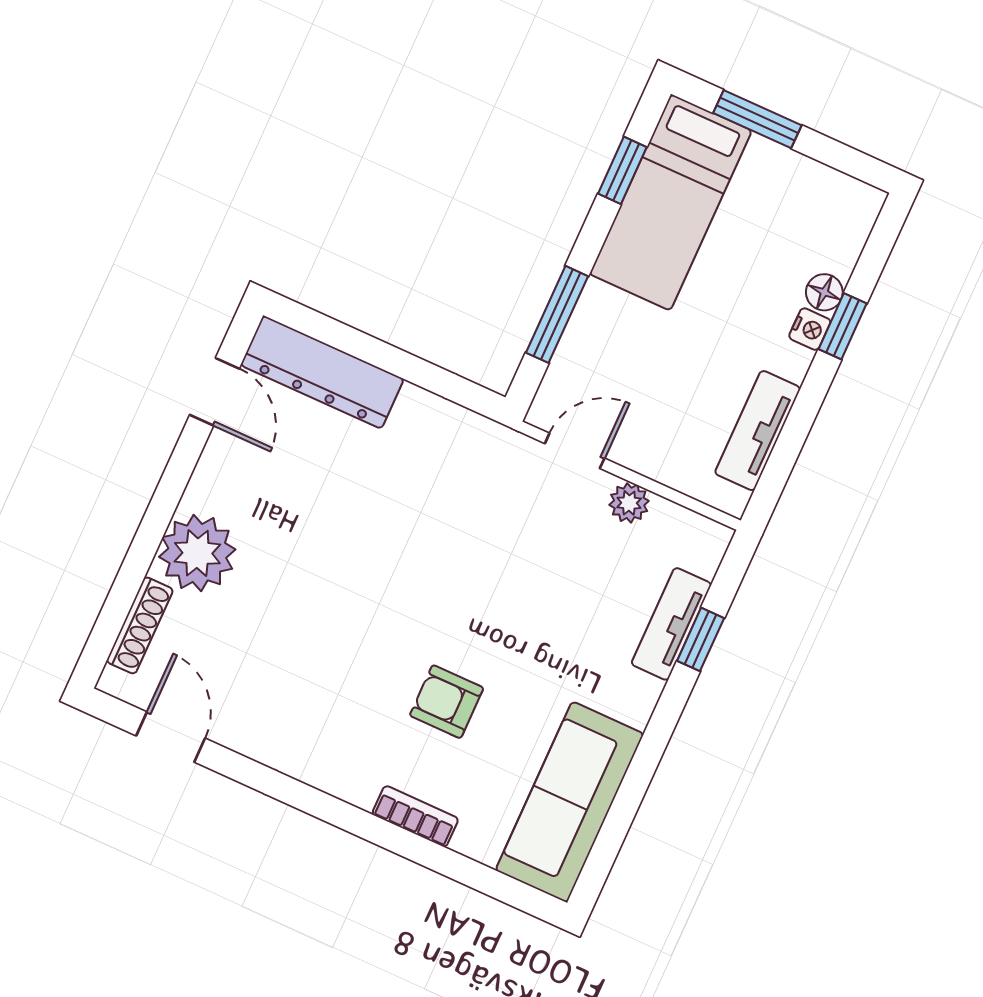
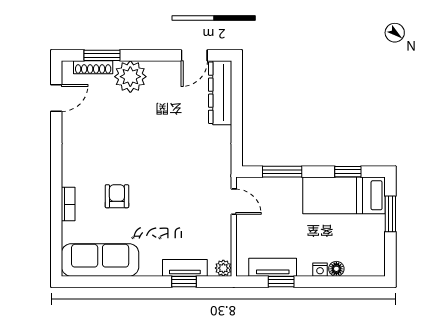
window: (843, 326) -> (281, 282), moved
plant: (629, 503) -> (223, 268), moved
window: (123, 594) -> (102, 55), added

